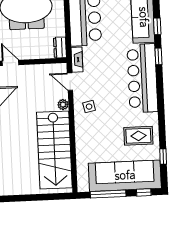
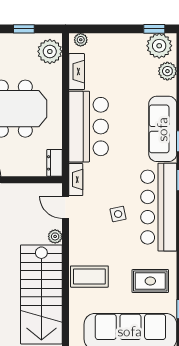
side table: (89, 107) -> (118, 214), moved
coffee table: (91, 134) -> (89, 277), added

